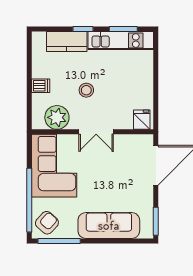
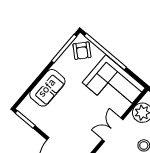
sofa: (109, 226) -> (47, 88), width x0.73

